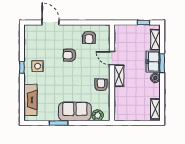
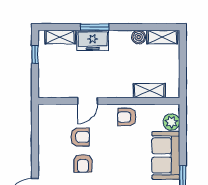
armchair: (89, 37) -> (80, 137), moved
shelving: (119, 76) -> (149, 91), moved
boiler: (155, 78) -> (139, 37), moved

